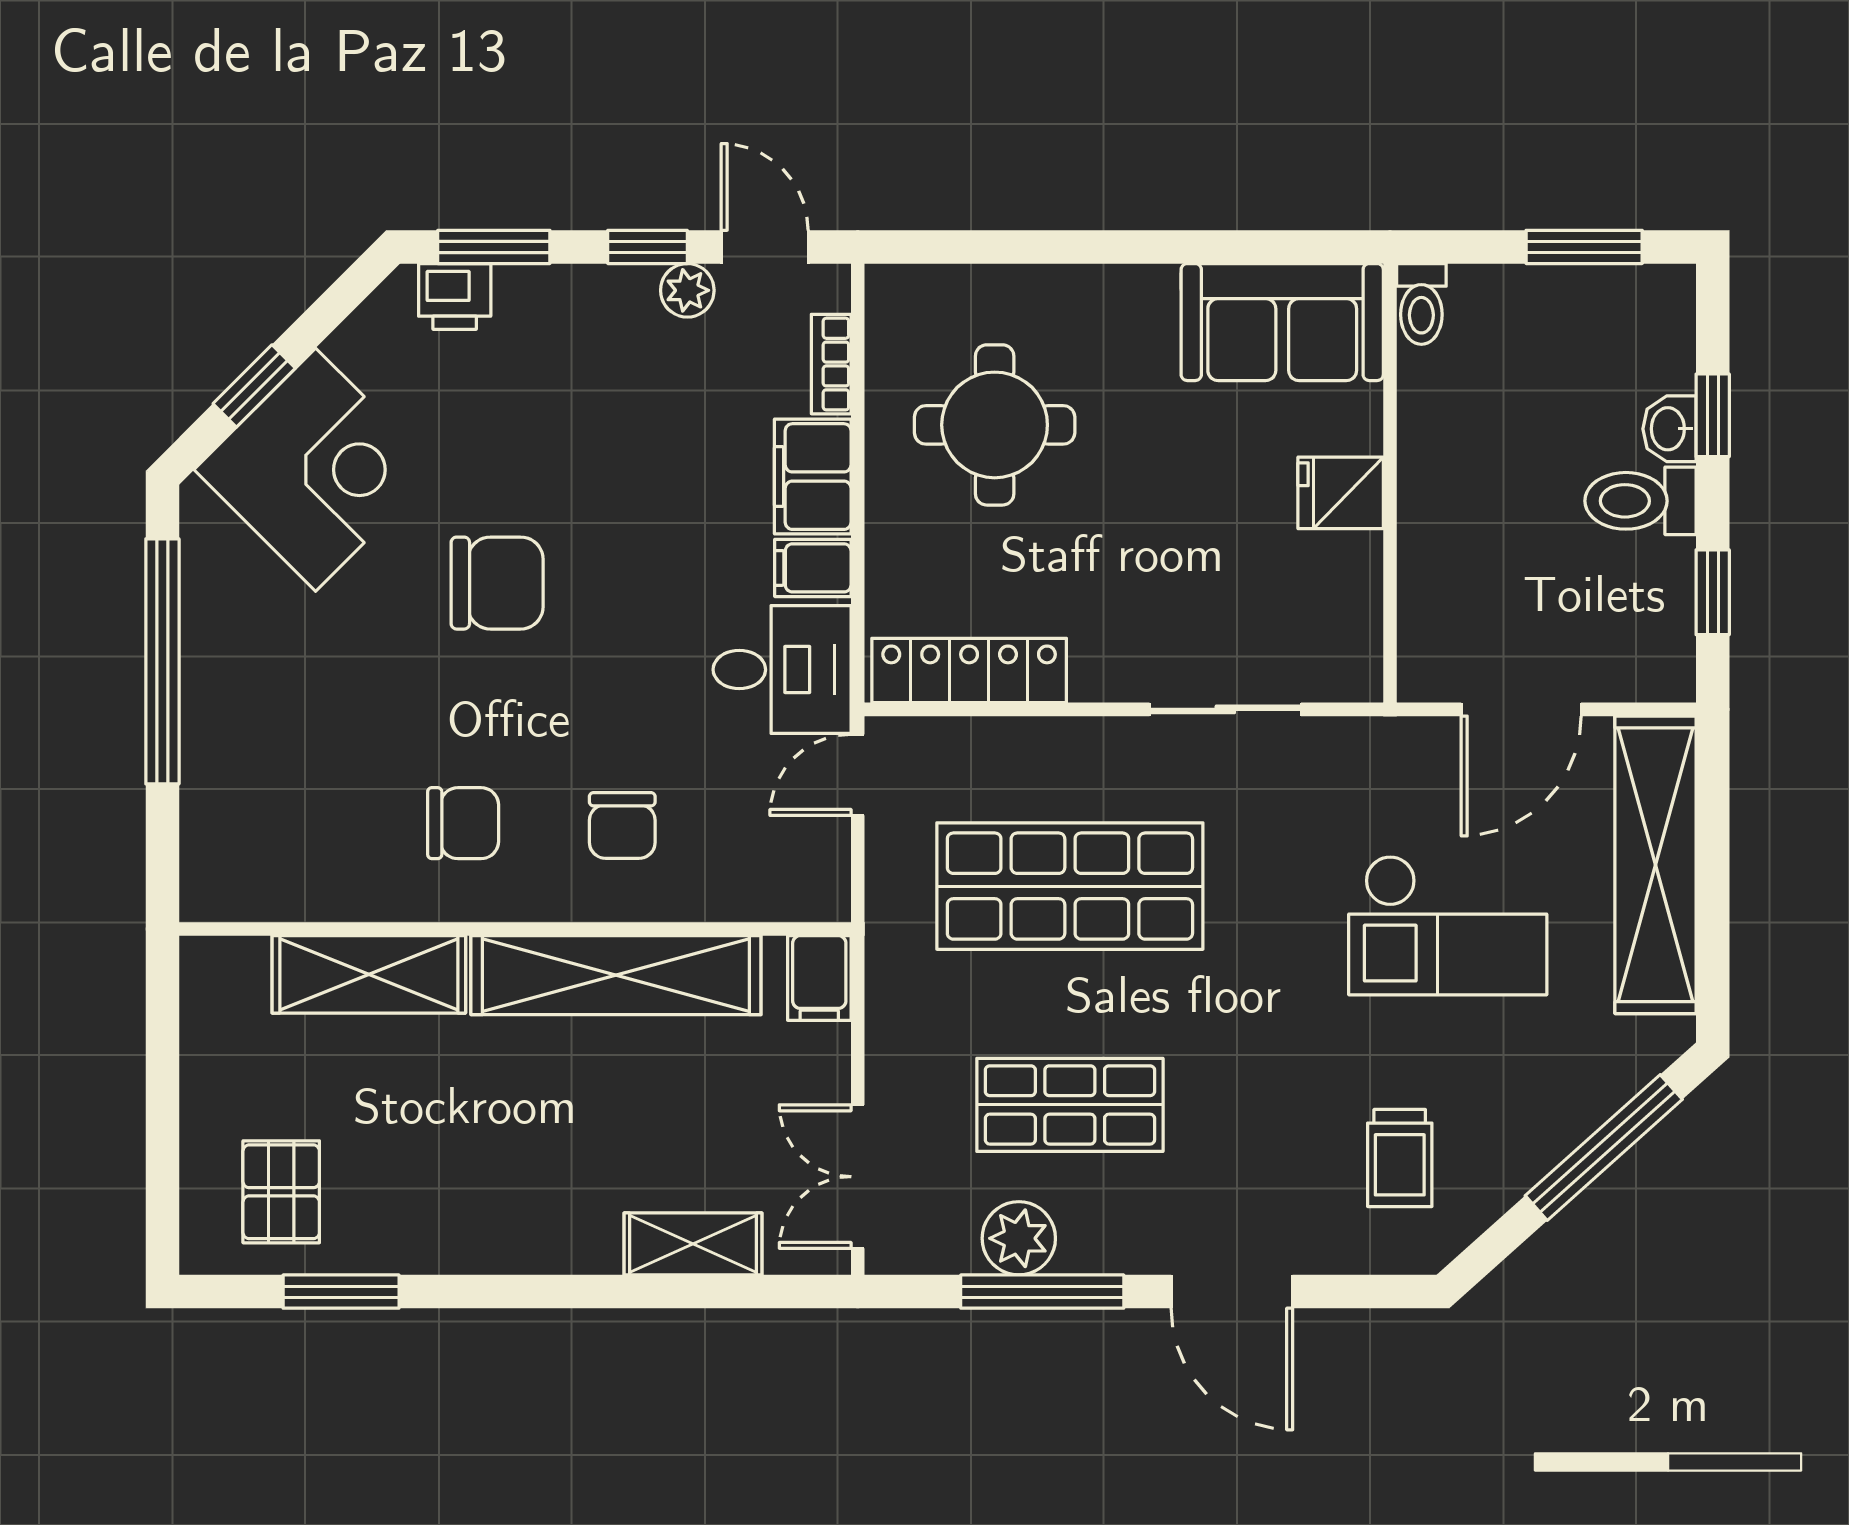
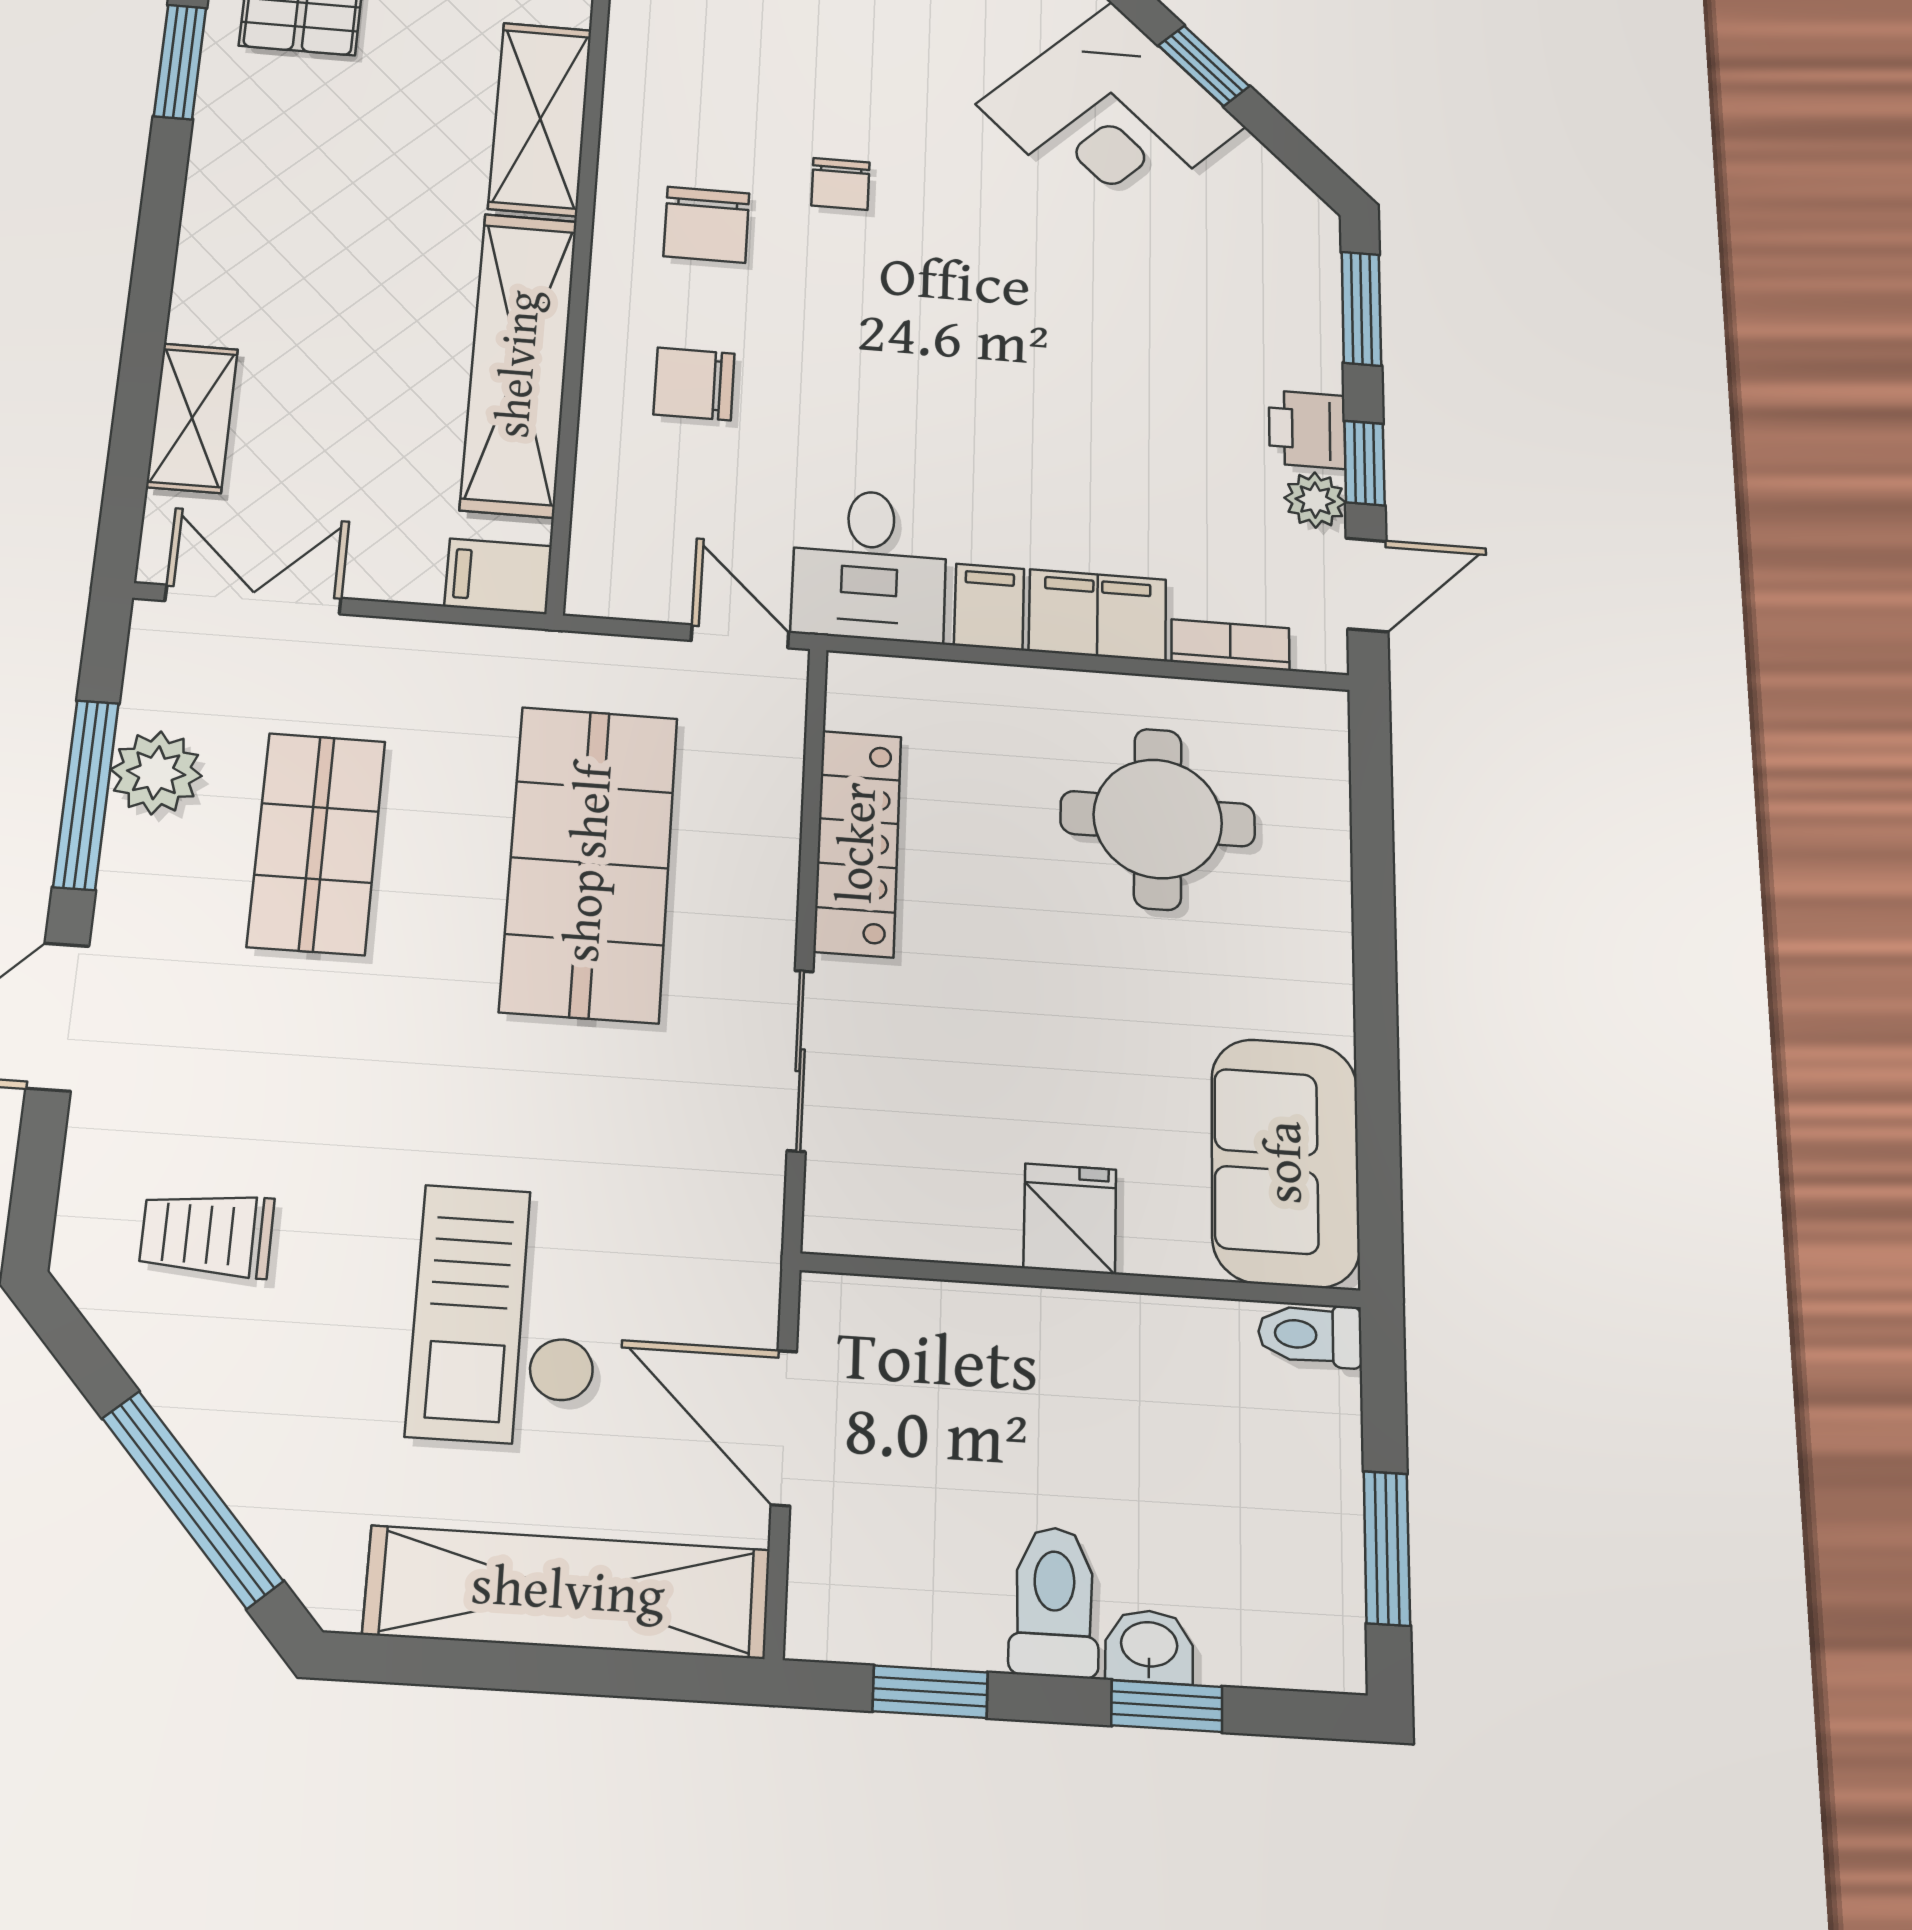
printer: (455, 296) -> (1307, 430), moved
chair: (497, 583) -> (840, 184), moved, width x0.54, depth x0.54
locker: (969, 671) -> (858, 843), moved

